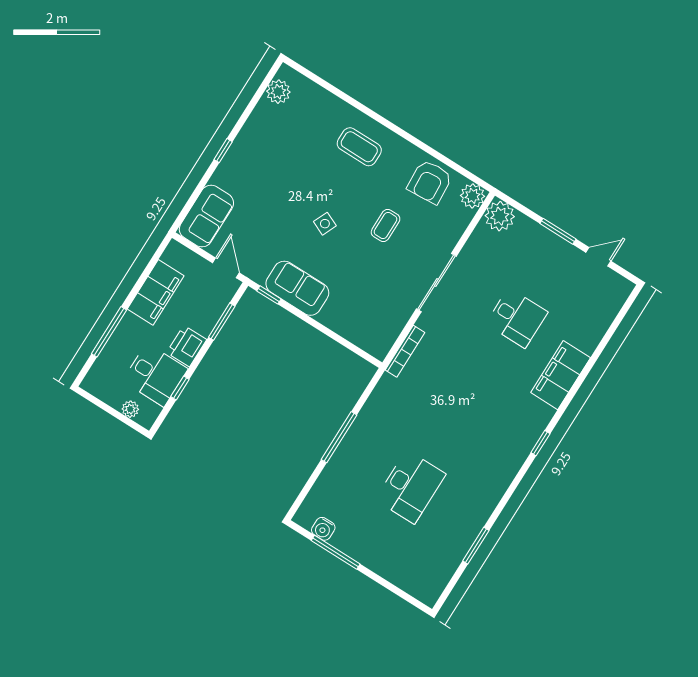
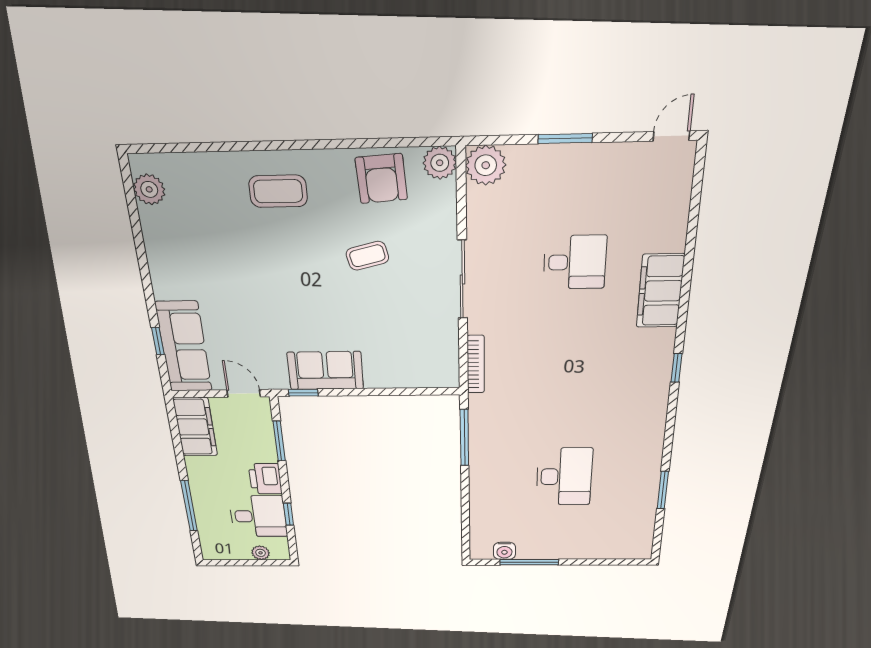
window: (223, 151) -> (158, 341), moved
sofa: (206, 216) -> (184, 347), width x1.36
side table: (325, 224) -> (304, 294), removed
coffee table: (386, 225) -> (367, 256), turned 76
door: (598, 257) -> (671, 136), moved
filing cabinet: (156, 292) -> (195, 427), moved
window: (339, 437) -> (464, 438), moved

